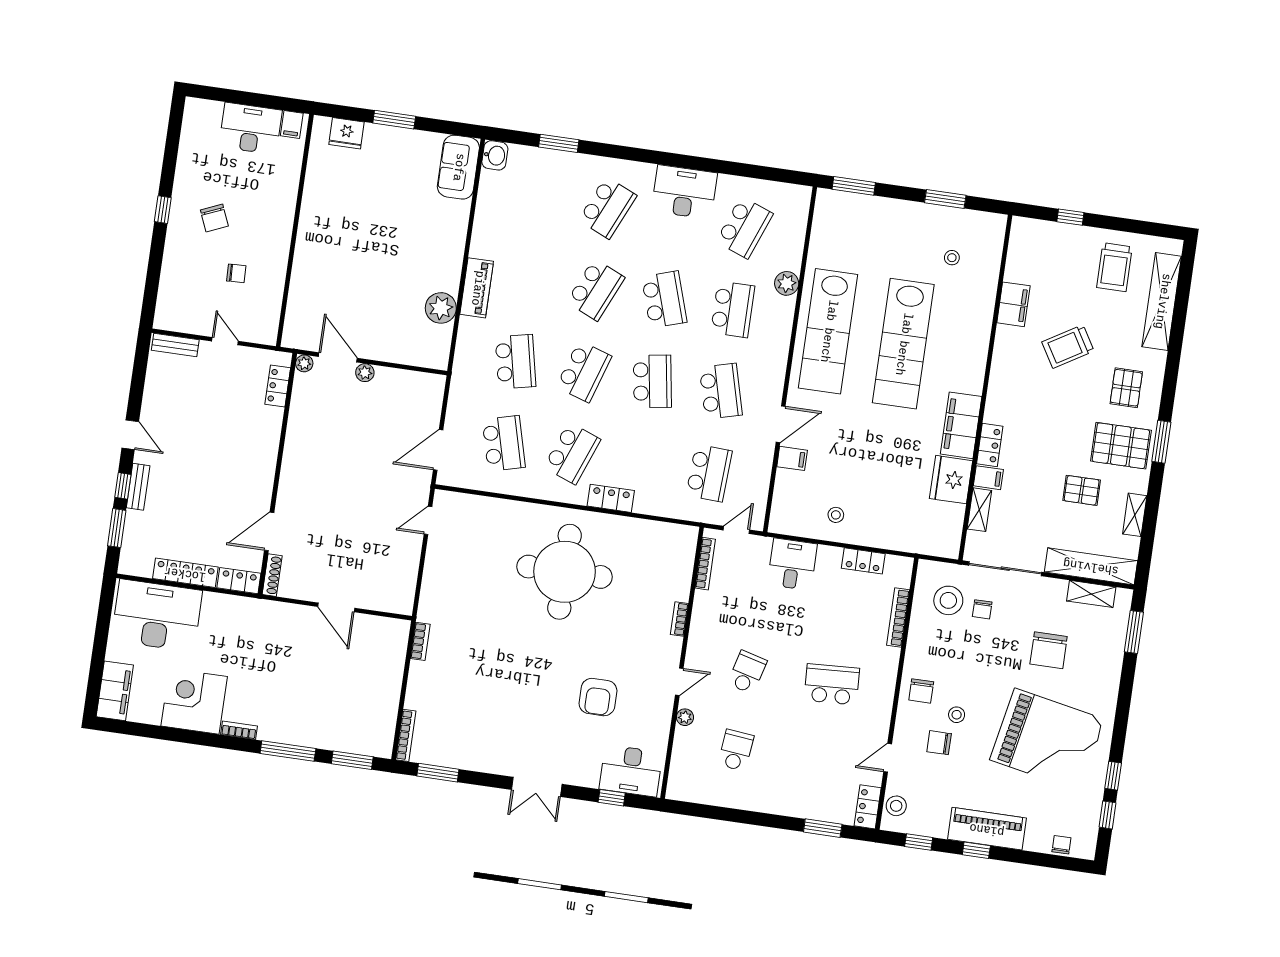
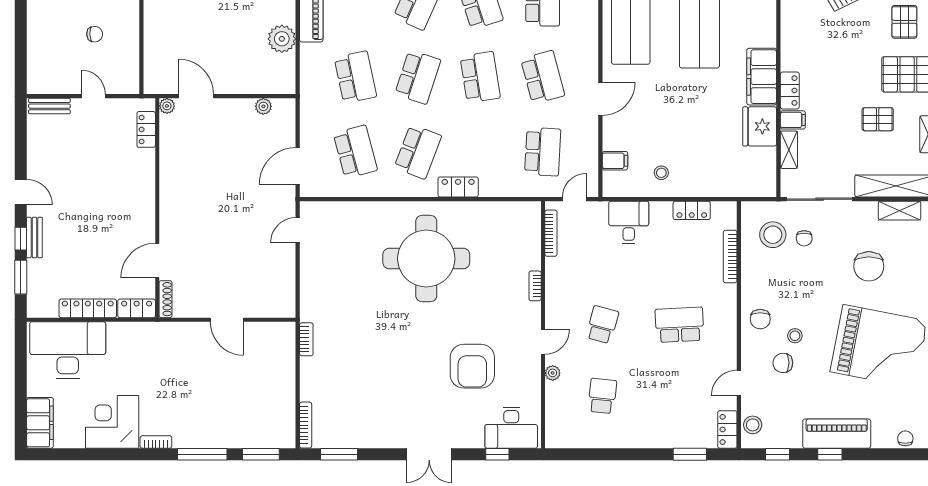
plant: (365, 373) -> (263, 106), moved
filing cabinet: (792, 458) -> (615, 161), moved
armchair: (598, 697) -> (472, 366), width x1.36, depth x1.36

